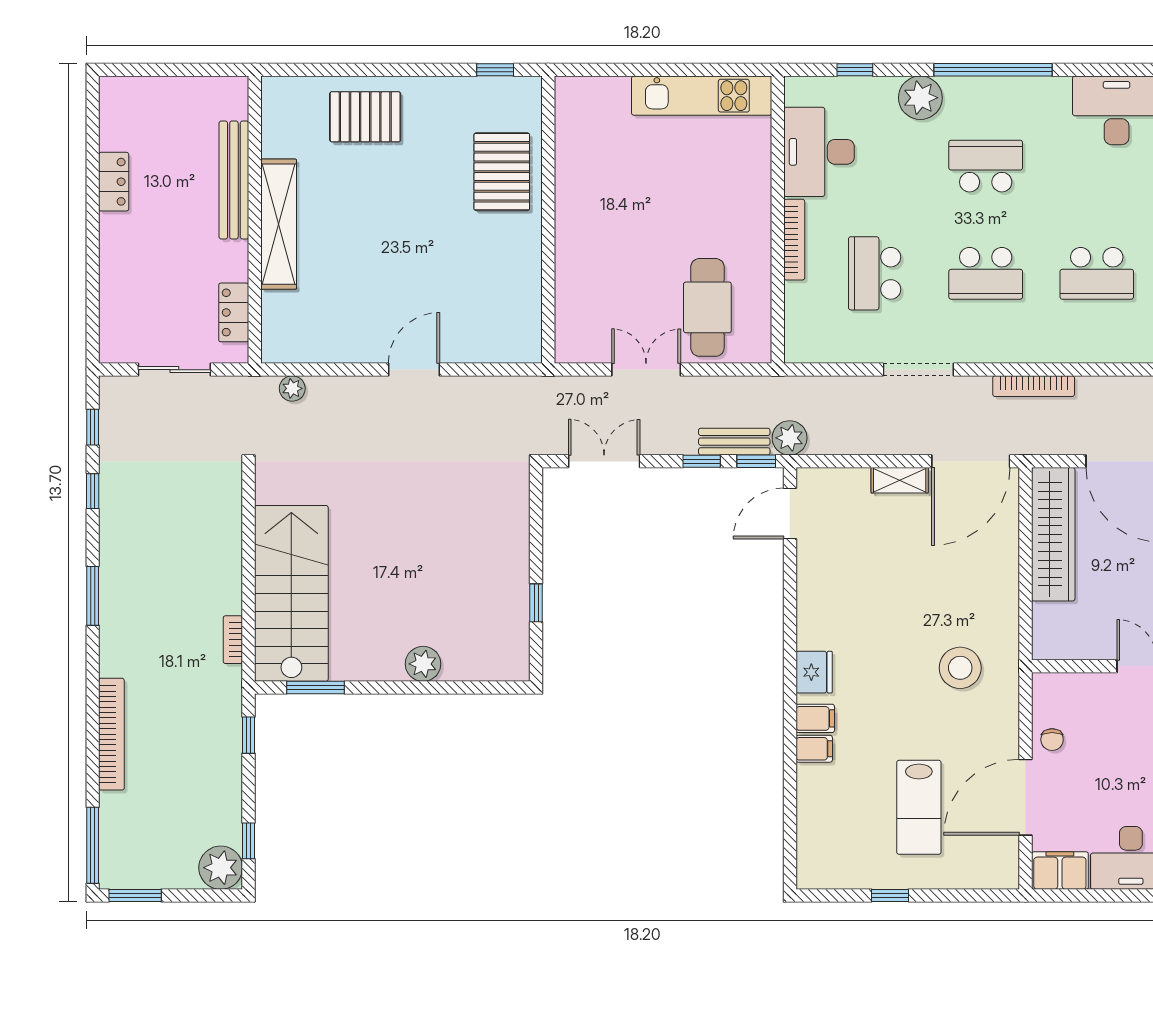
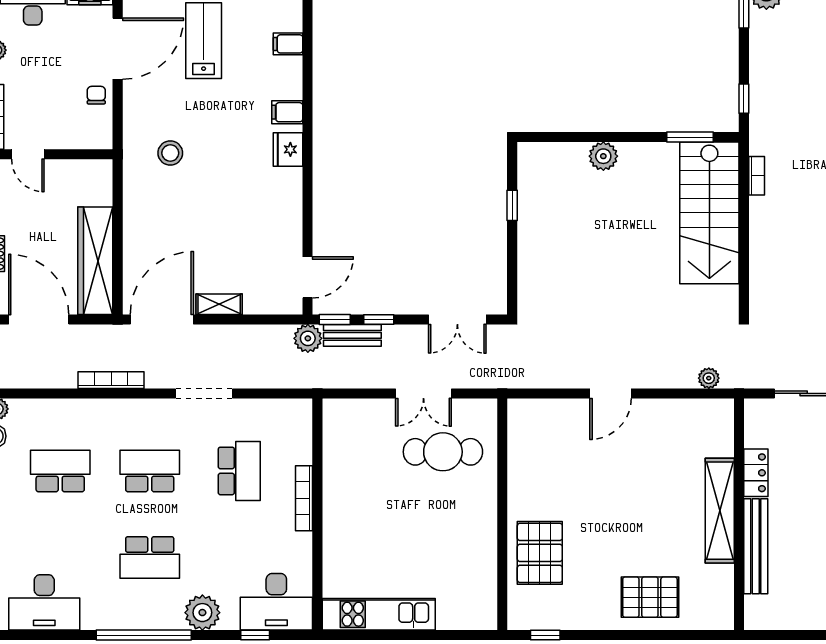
desk: (819, 152) -> (276, 602), moved, turned 90
cafe table: (707, 307) -> (443, 452), moved, turned 90
locker: (234, 312) -> (756, 473), moved
stool: (960, 668) -> (170, 153), width x0.73, depth x0.73
filing cabinet: (814, 749) -> (288, 44), moved

